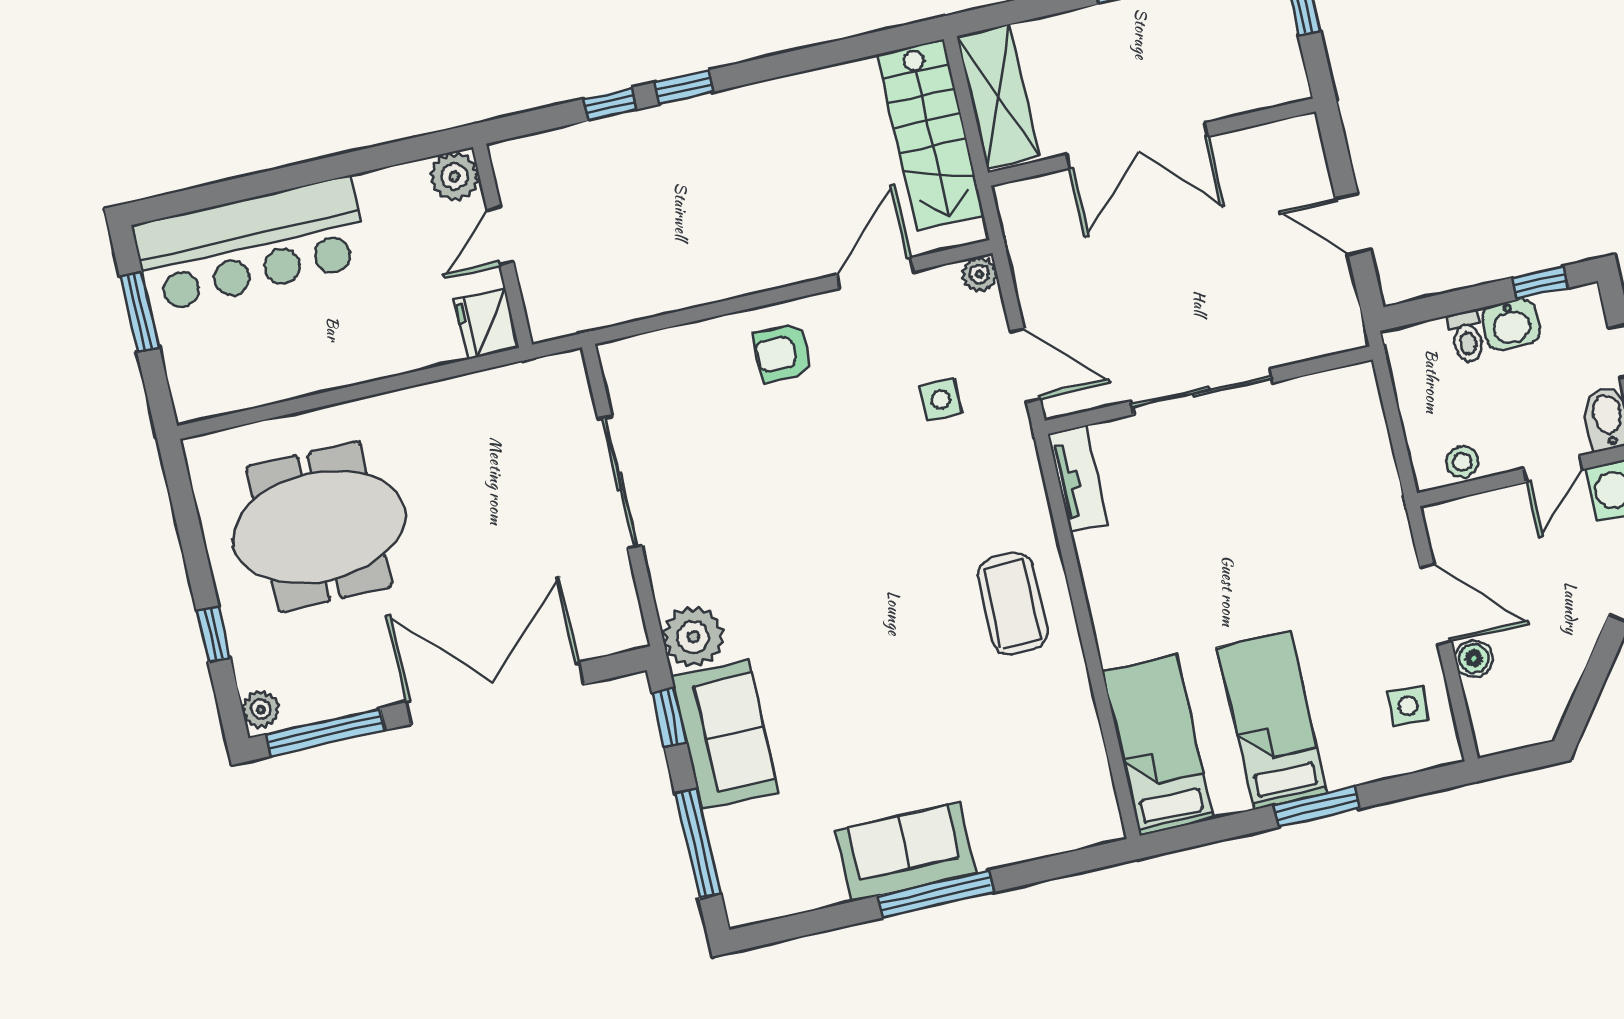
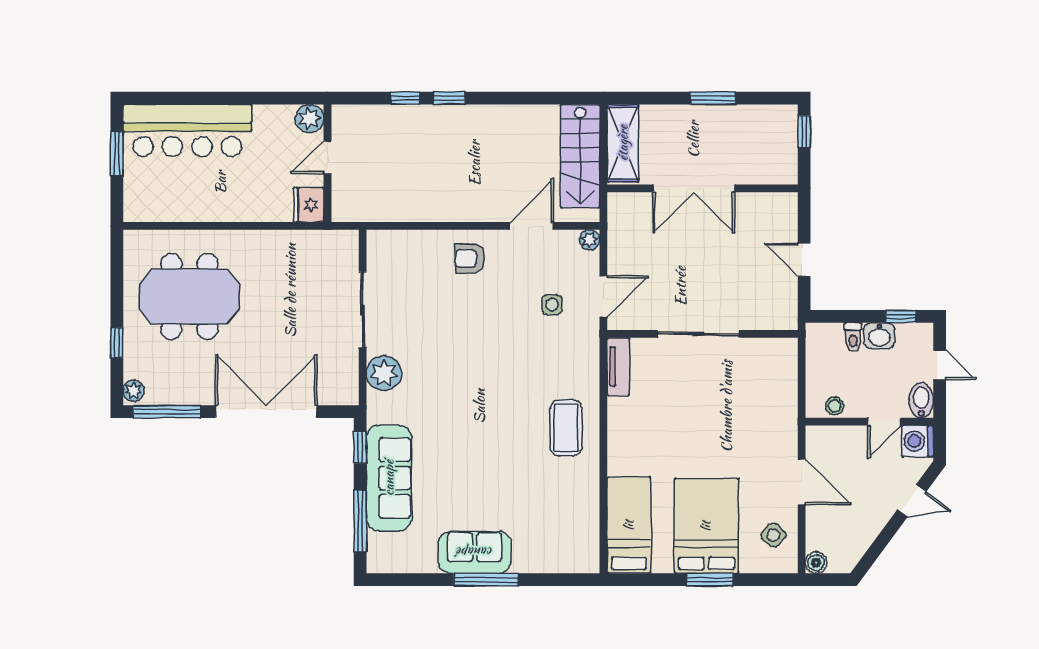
door: (1025, 365) -> (603, 296), hinge flipped
plant: (693, 637) -> (384, 373), moved
boiler: (1474, 658) -> (816, 563), moved
side table: (1408, 706) -> (773, 535), turned 37
bed: (1272, 720) -> (706, 526), width x1.50
sofa: (725, 735) -> (389, 478), width x1.36

